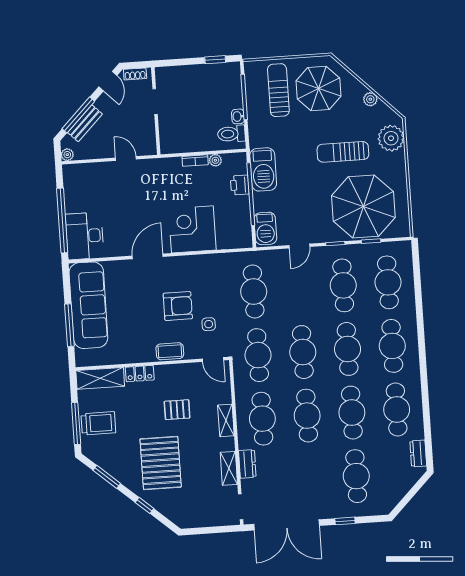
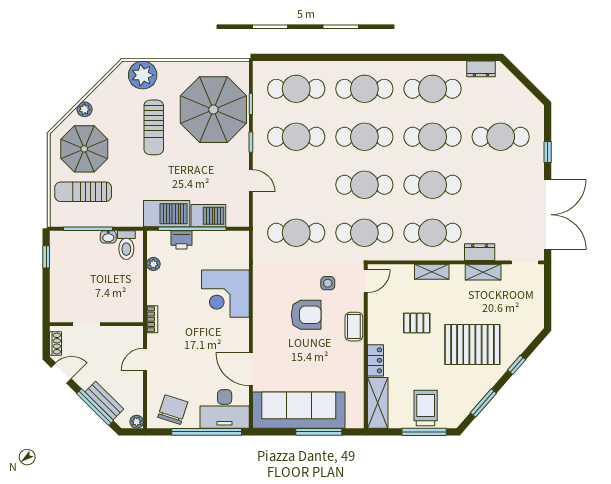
plant: (370, 99) -> (84, 109), moved
bookcase: (195, 161) -> (152, 319), moved
chair: (81, 188) -> (173, 410), added
barbecue: (265, 228) -> (208, 216), moved
door: (148, 256) -> (251, 369), moved
armchair: (178, 306) -> (306, 315), turned 90
pallet: (177, 410) -> (417, 323), turned 90

